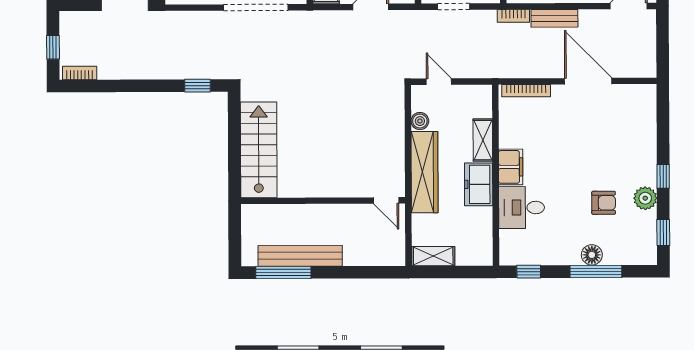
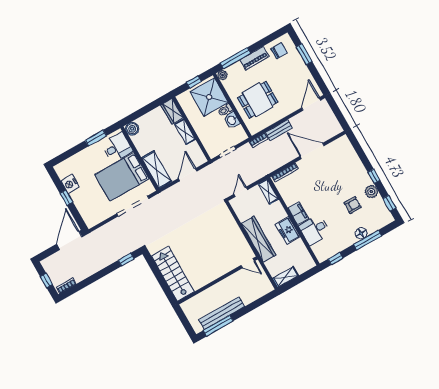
door: (439, 82) -> (241, 192), hinge flipped
boiler: (420, 121) -> (242, 216), removed
shelving: (483, 140) -> (268, 192), moved

